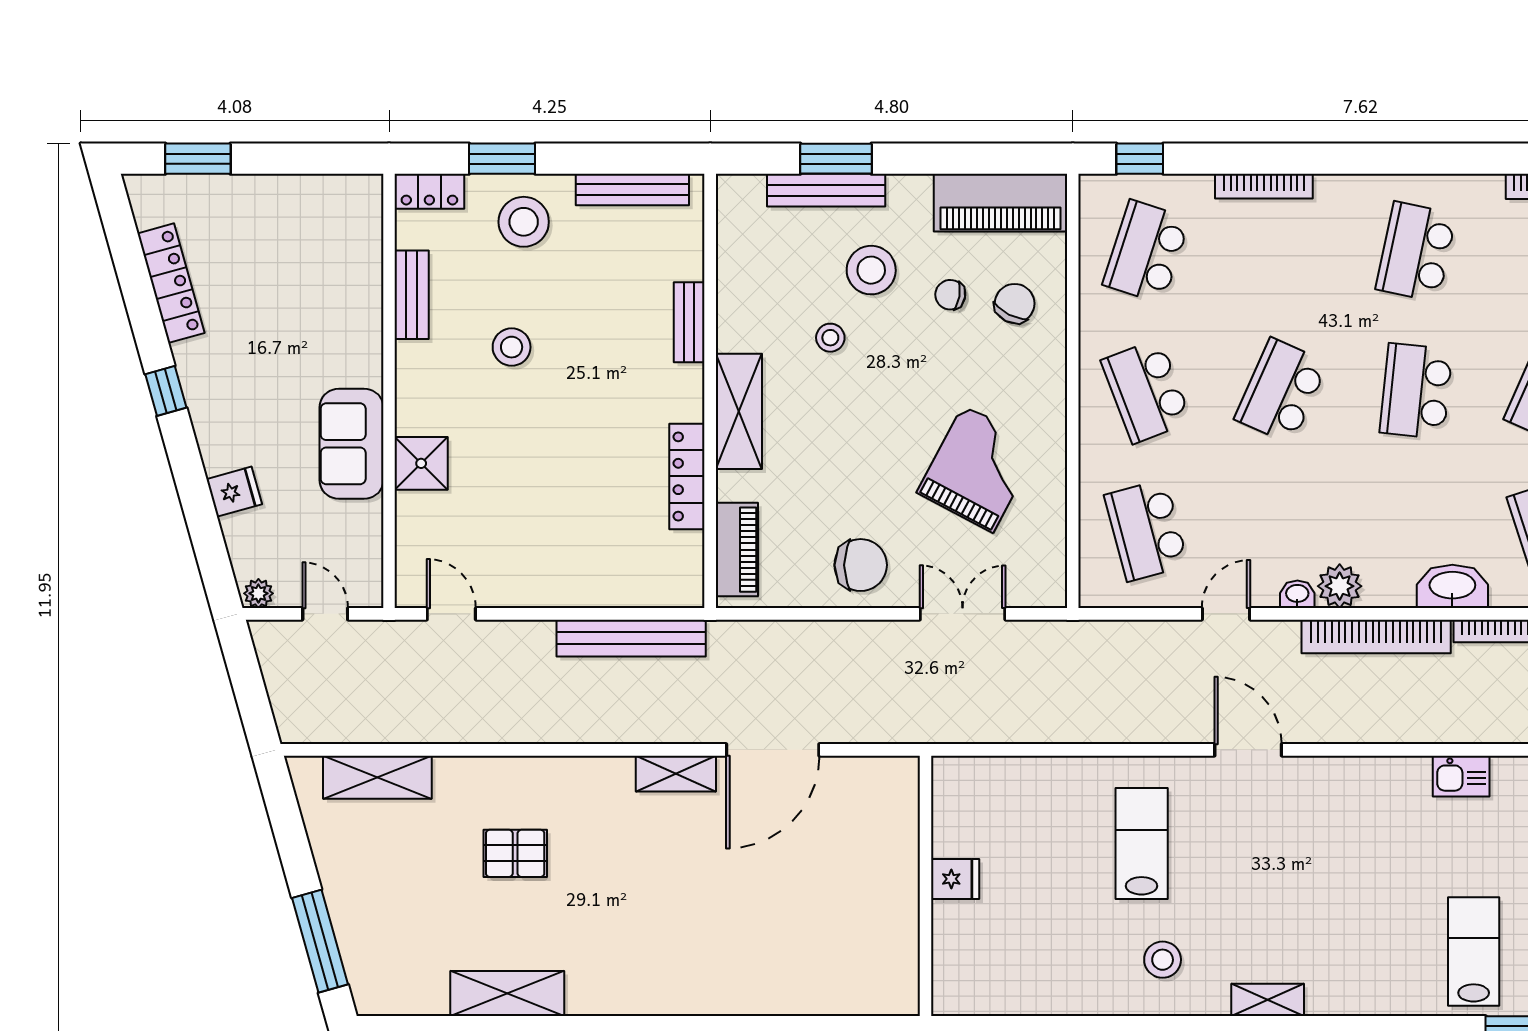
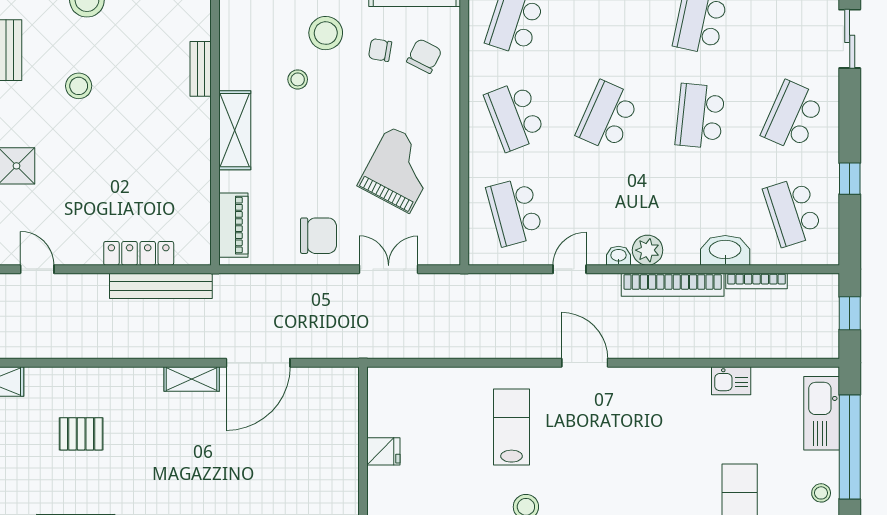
locker: (687, 476) -> (139, 253), moved, turned 90

